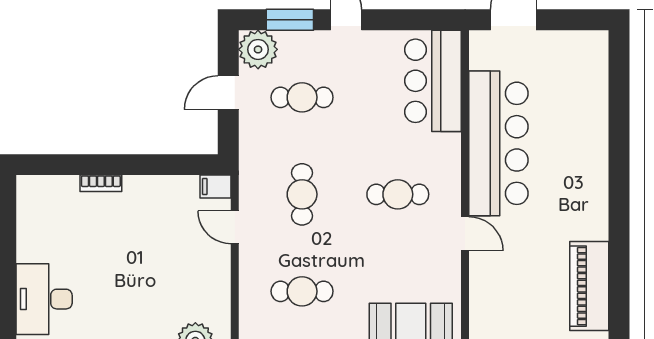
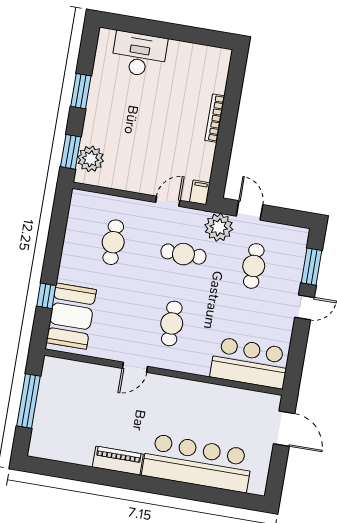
plant: (258, 49) -> (219, 227), moved
door: (228, 93) -> (250, 210), moved
bar counter: (498, 143) -> (197, 463), moved, turned 180
bookcase: (101, 183) -> (215, 118), width x1.56
piano: (589, 286) -> (118, 461), moved, width x0.73, depth x0.75

